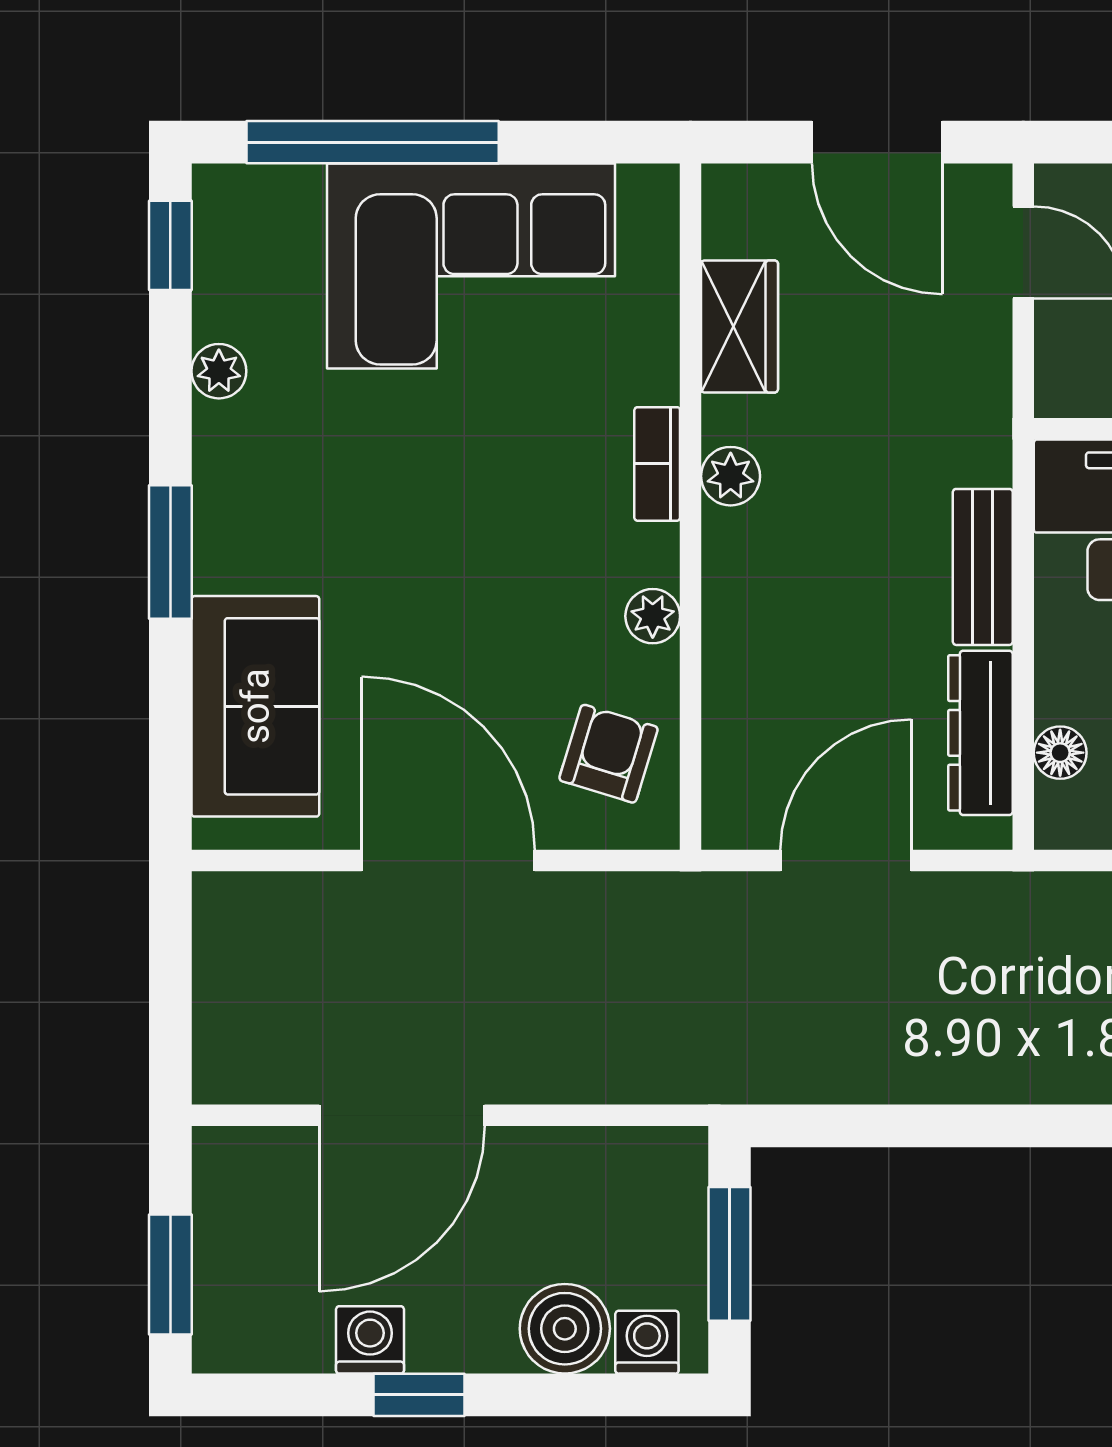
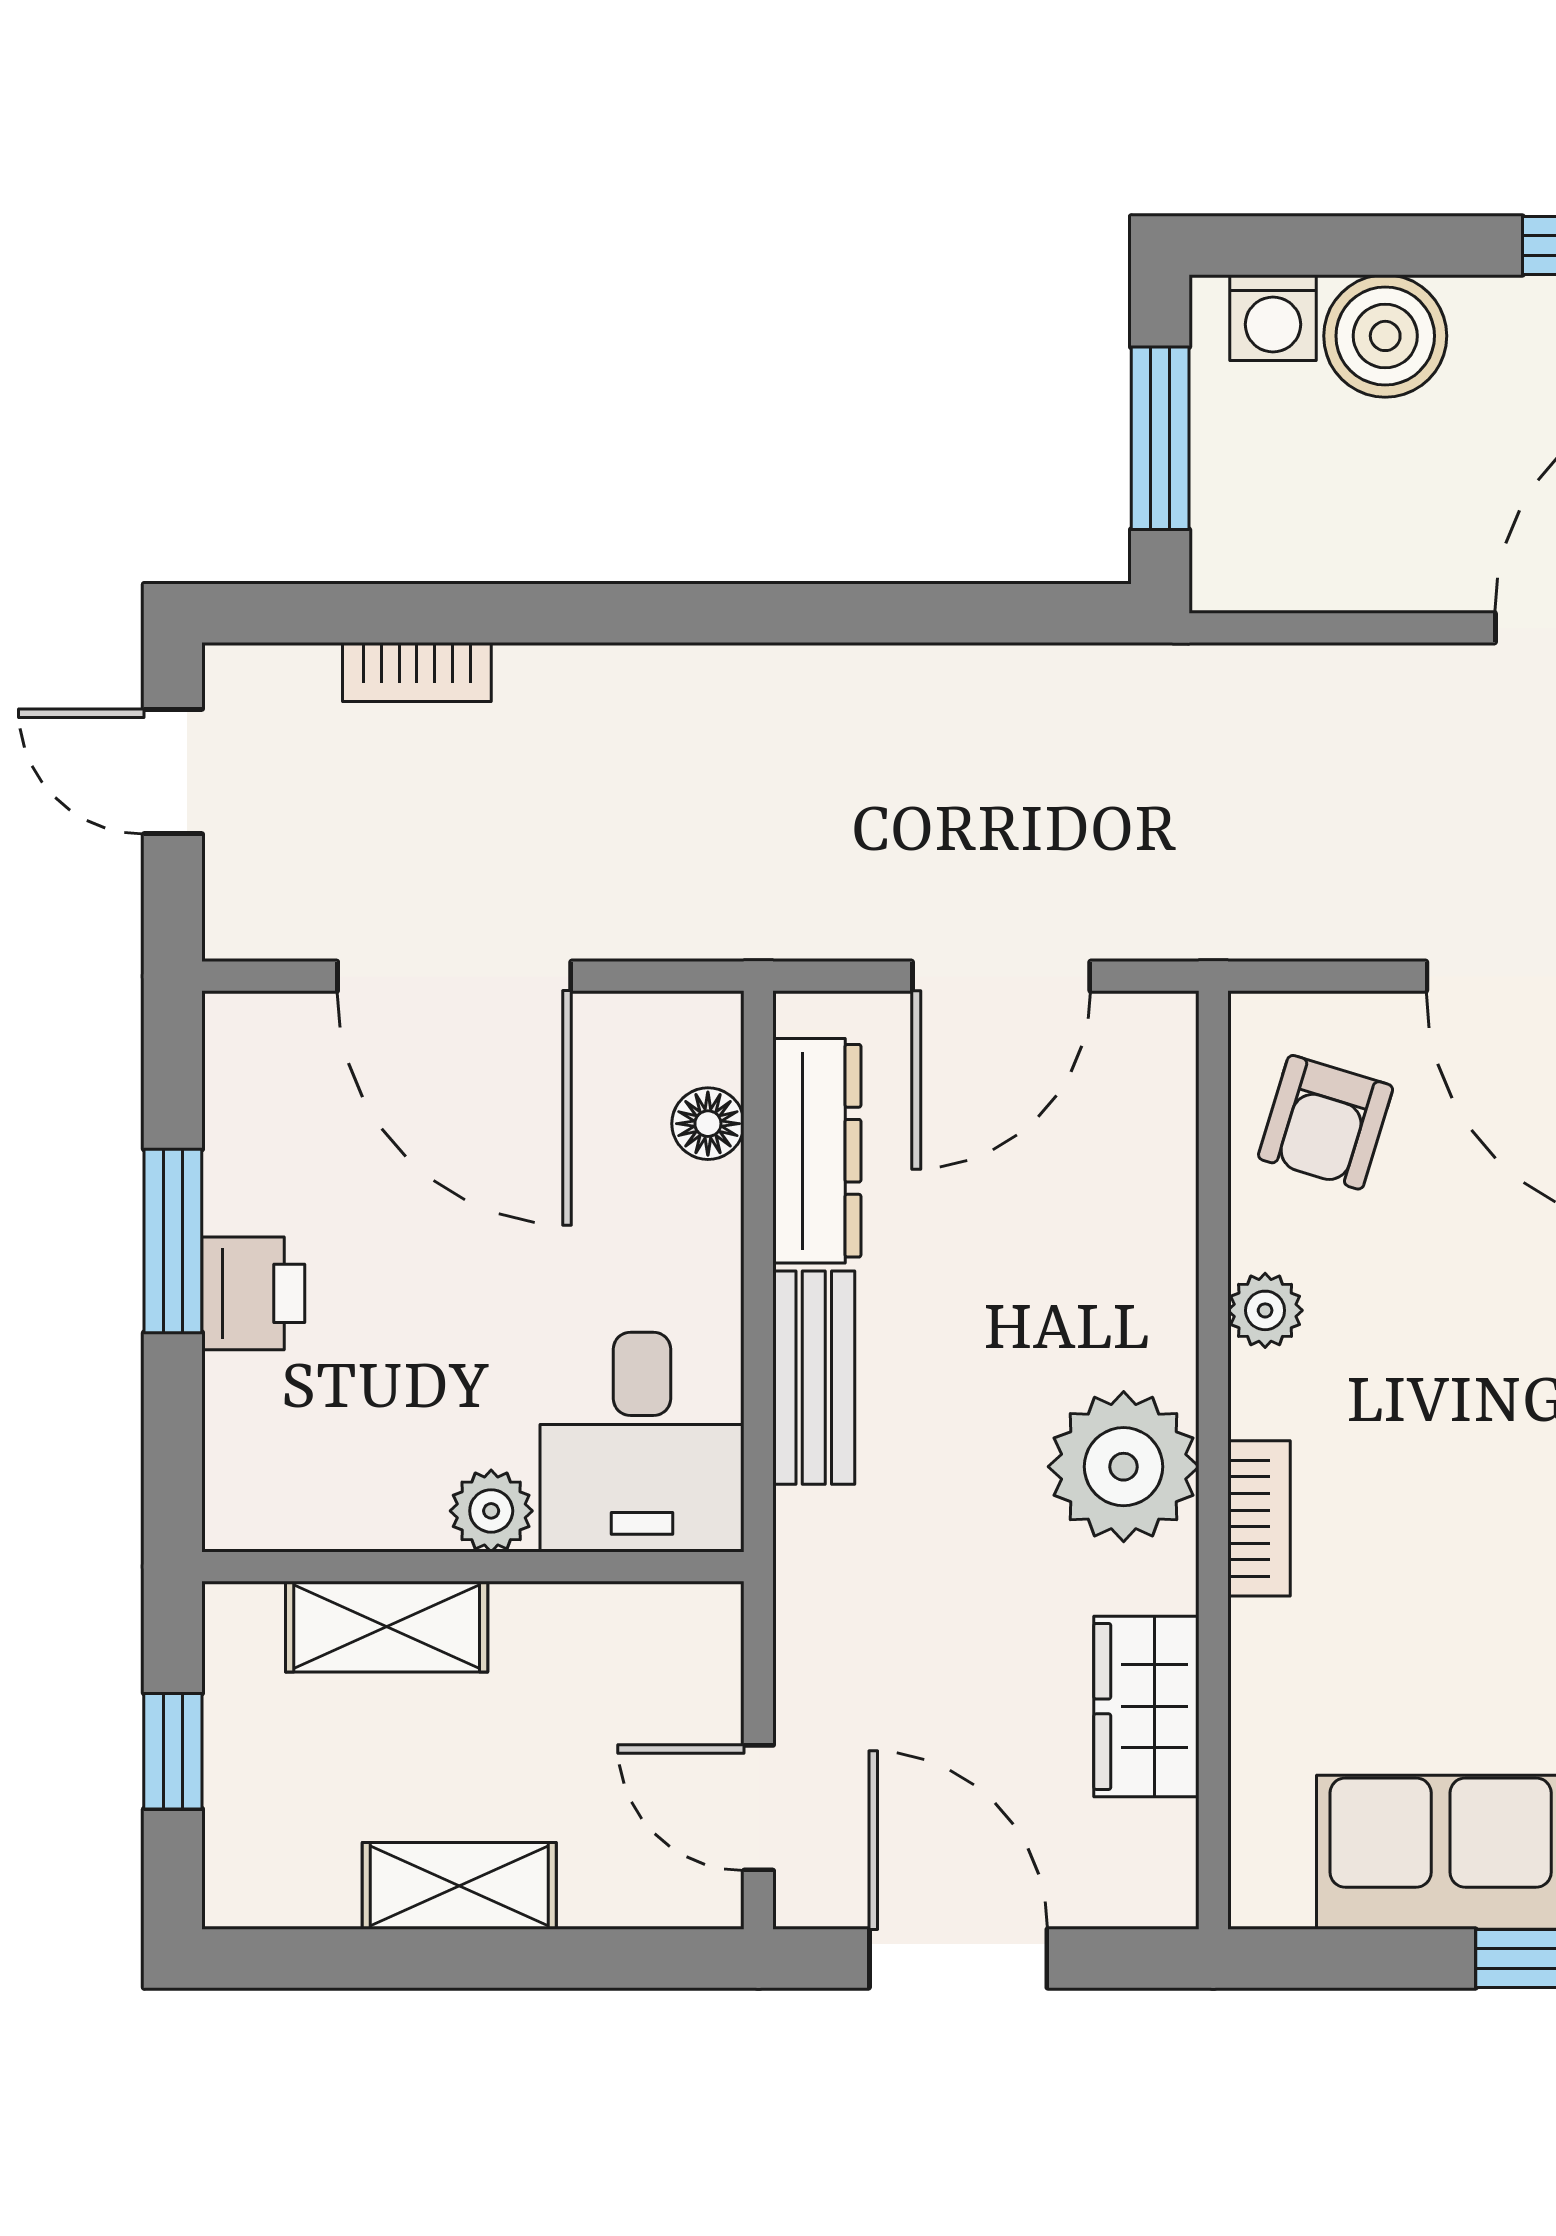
plant: (731, 476) -> (1124, 1467), width x1.87, depth x1.87

